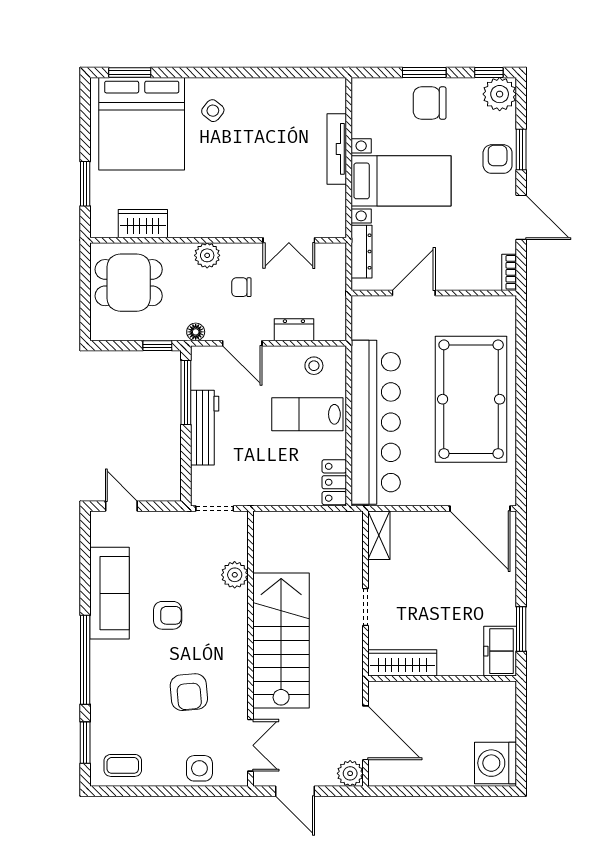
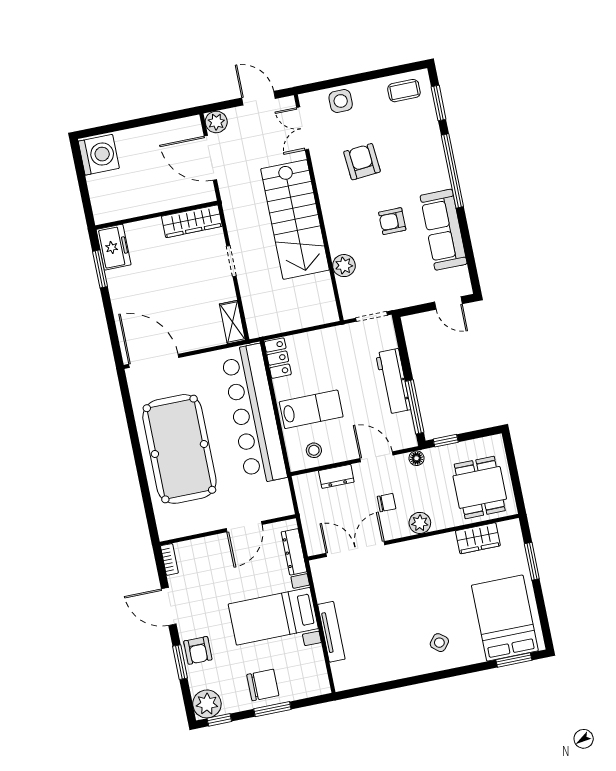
bed: (142, 124) -> (505, 618), width x0.73
double door: (289, 240) -> (355, 549), width x1.37
dining table: (129, 283) -> (480, 487), turned 90

